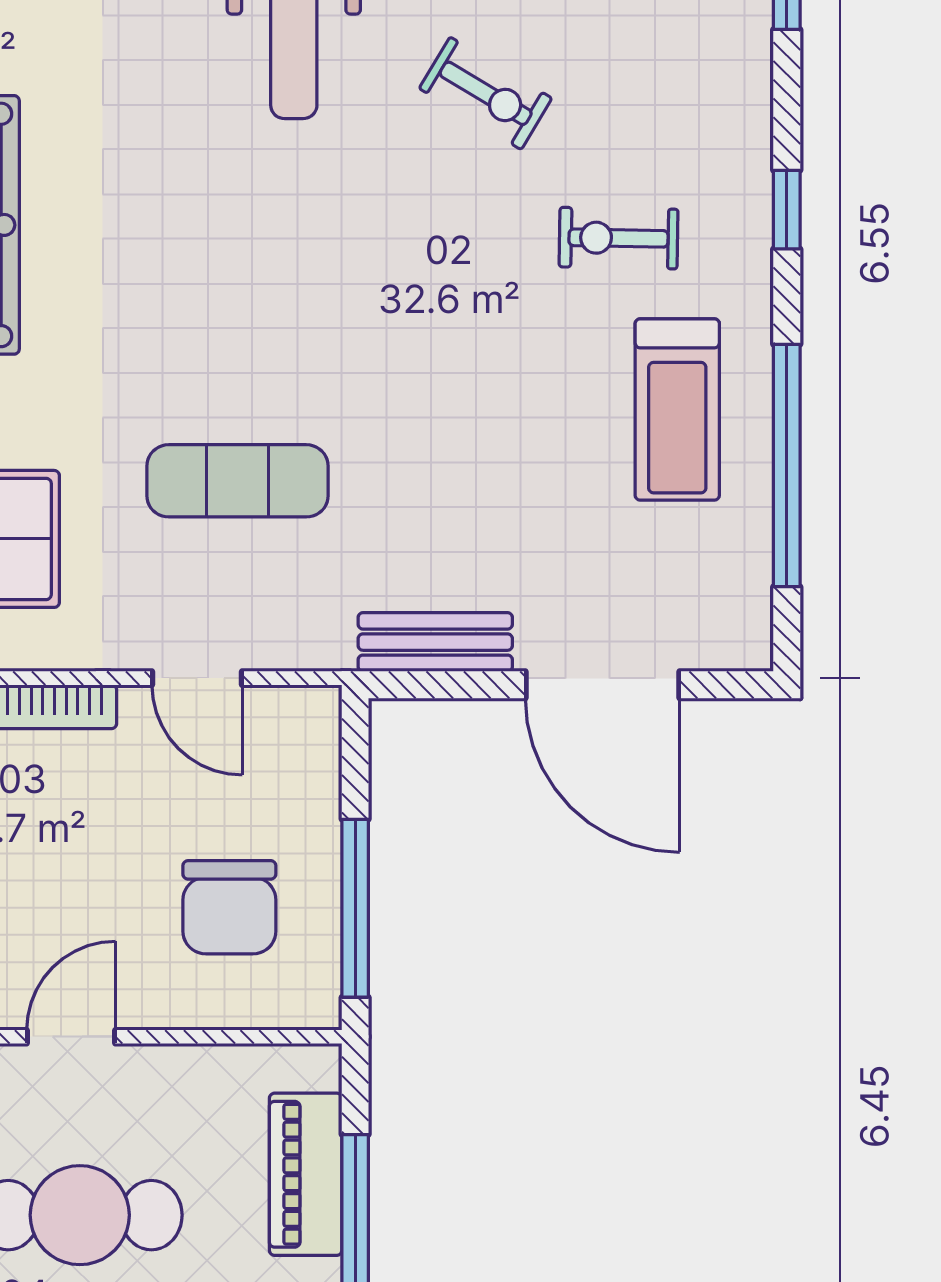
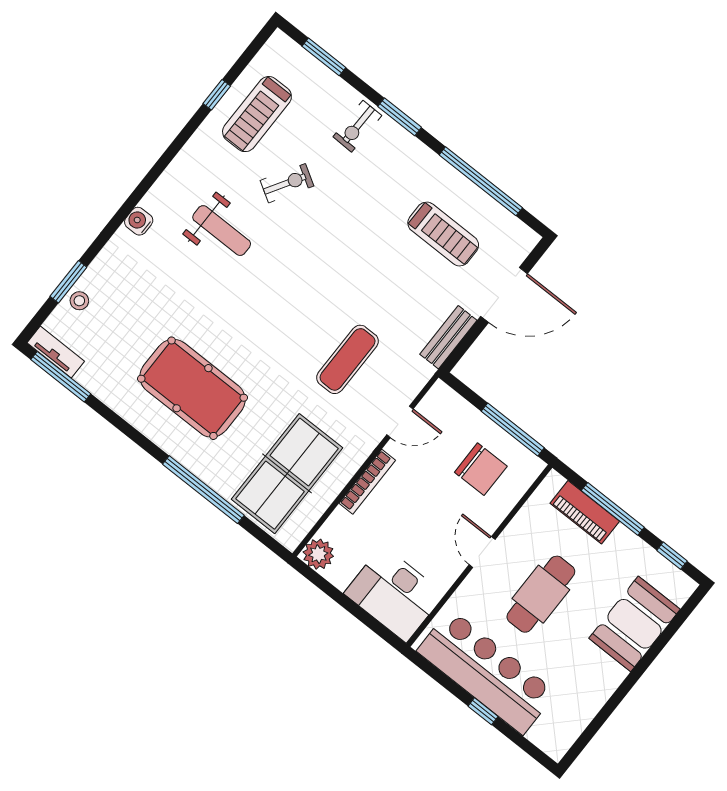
window: (787, 210) -> (400, 117), width x1.50
exercise bike: (619, 238) -> (357, 126), moved
treadmill: (677, 410) -> (443, 234), moved

